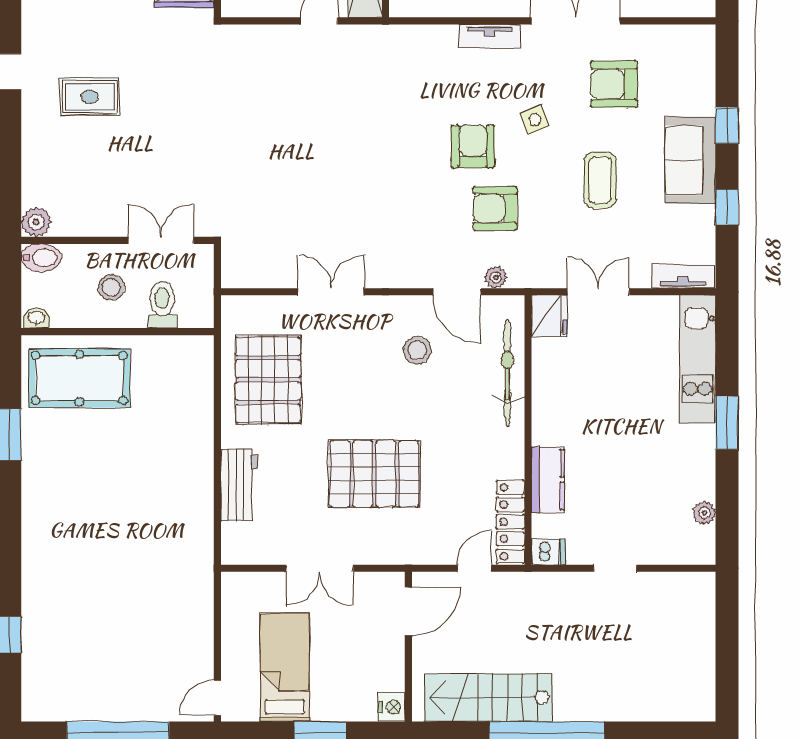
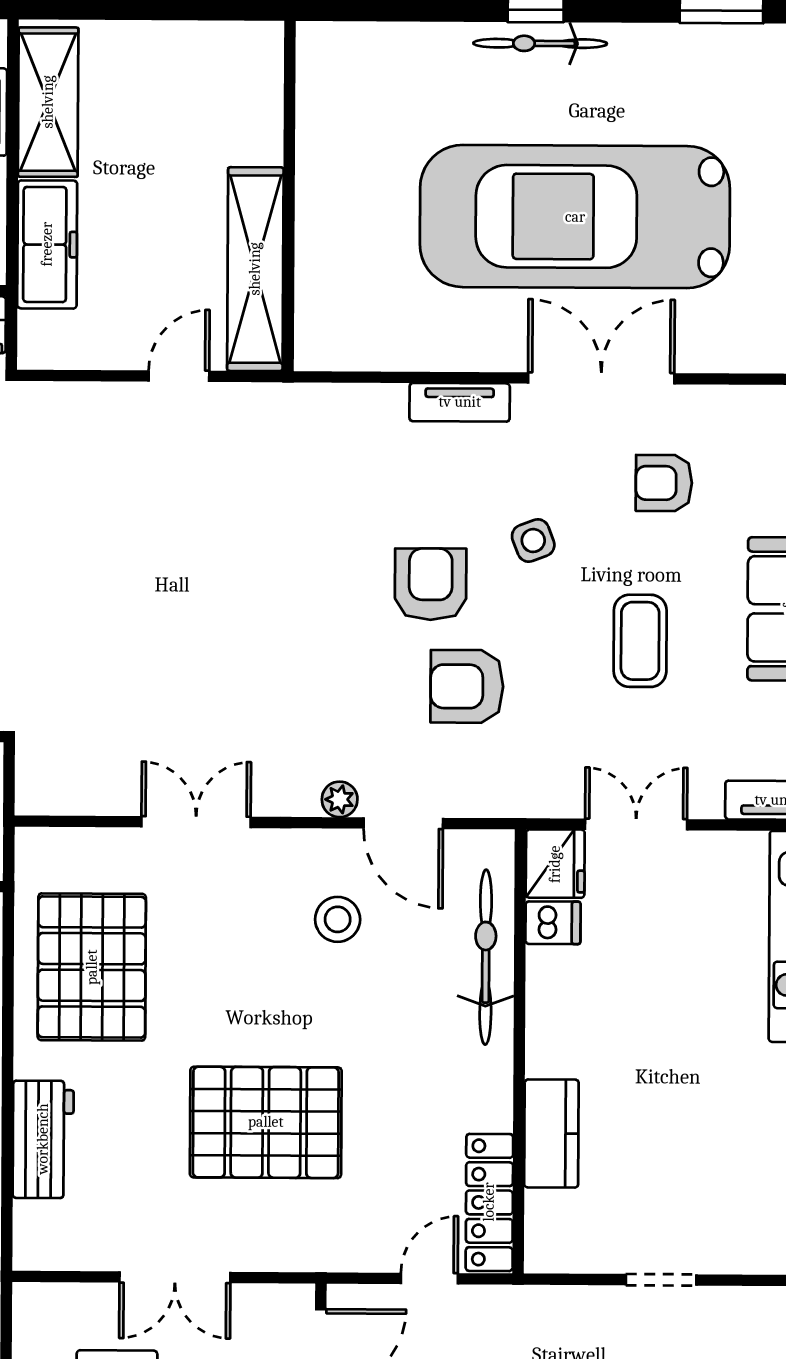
armchair: (614, 84) -> (664, 483), width x0.72, depth x0.72
plant: (496, 277) -> (340, 799), moved
dishwasher: (548, 552) -> (553, 923), moved

